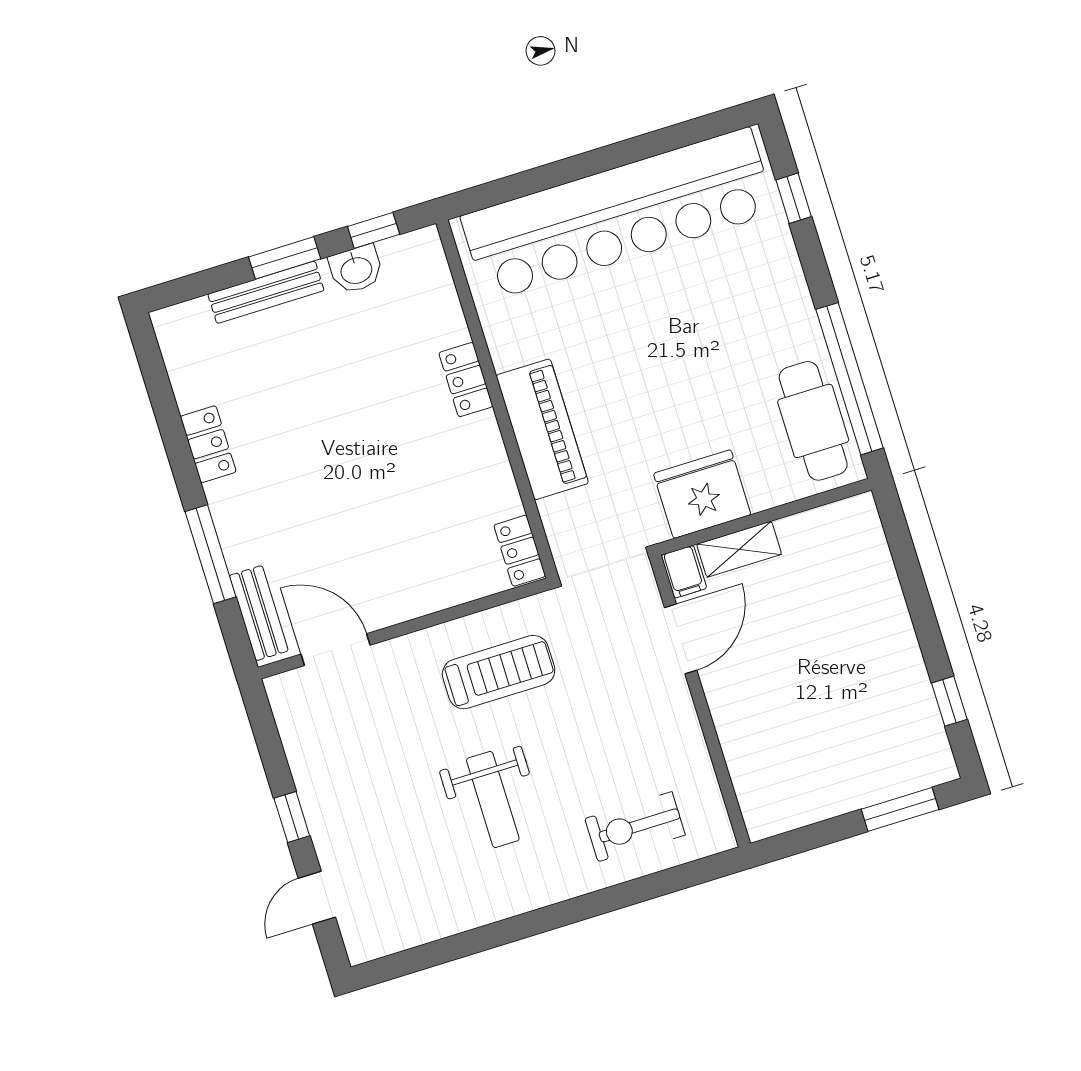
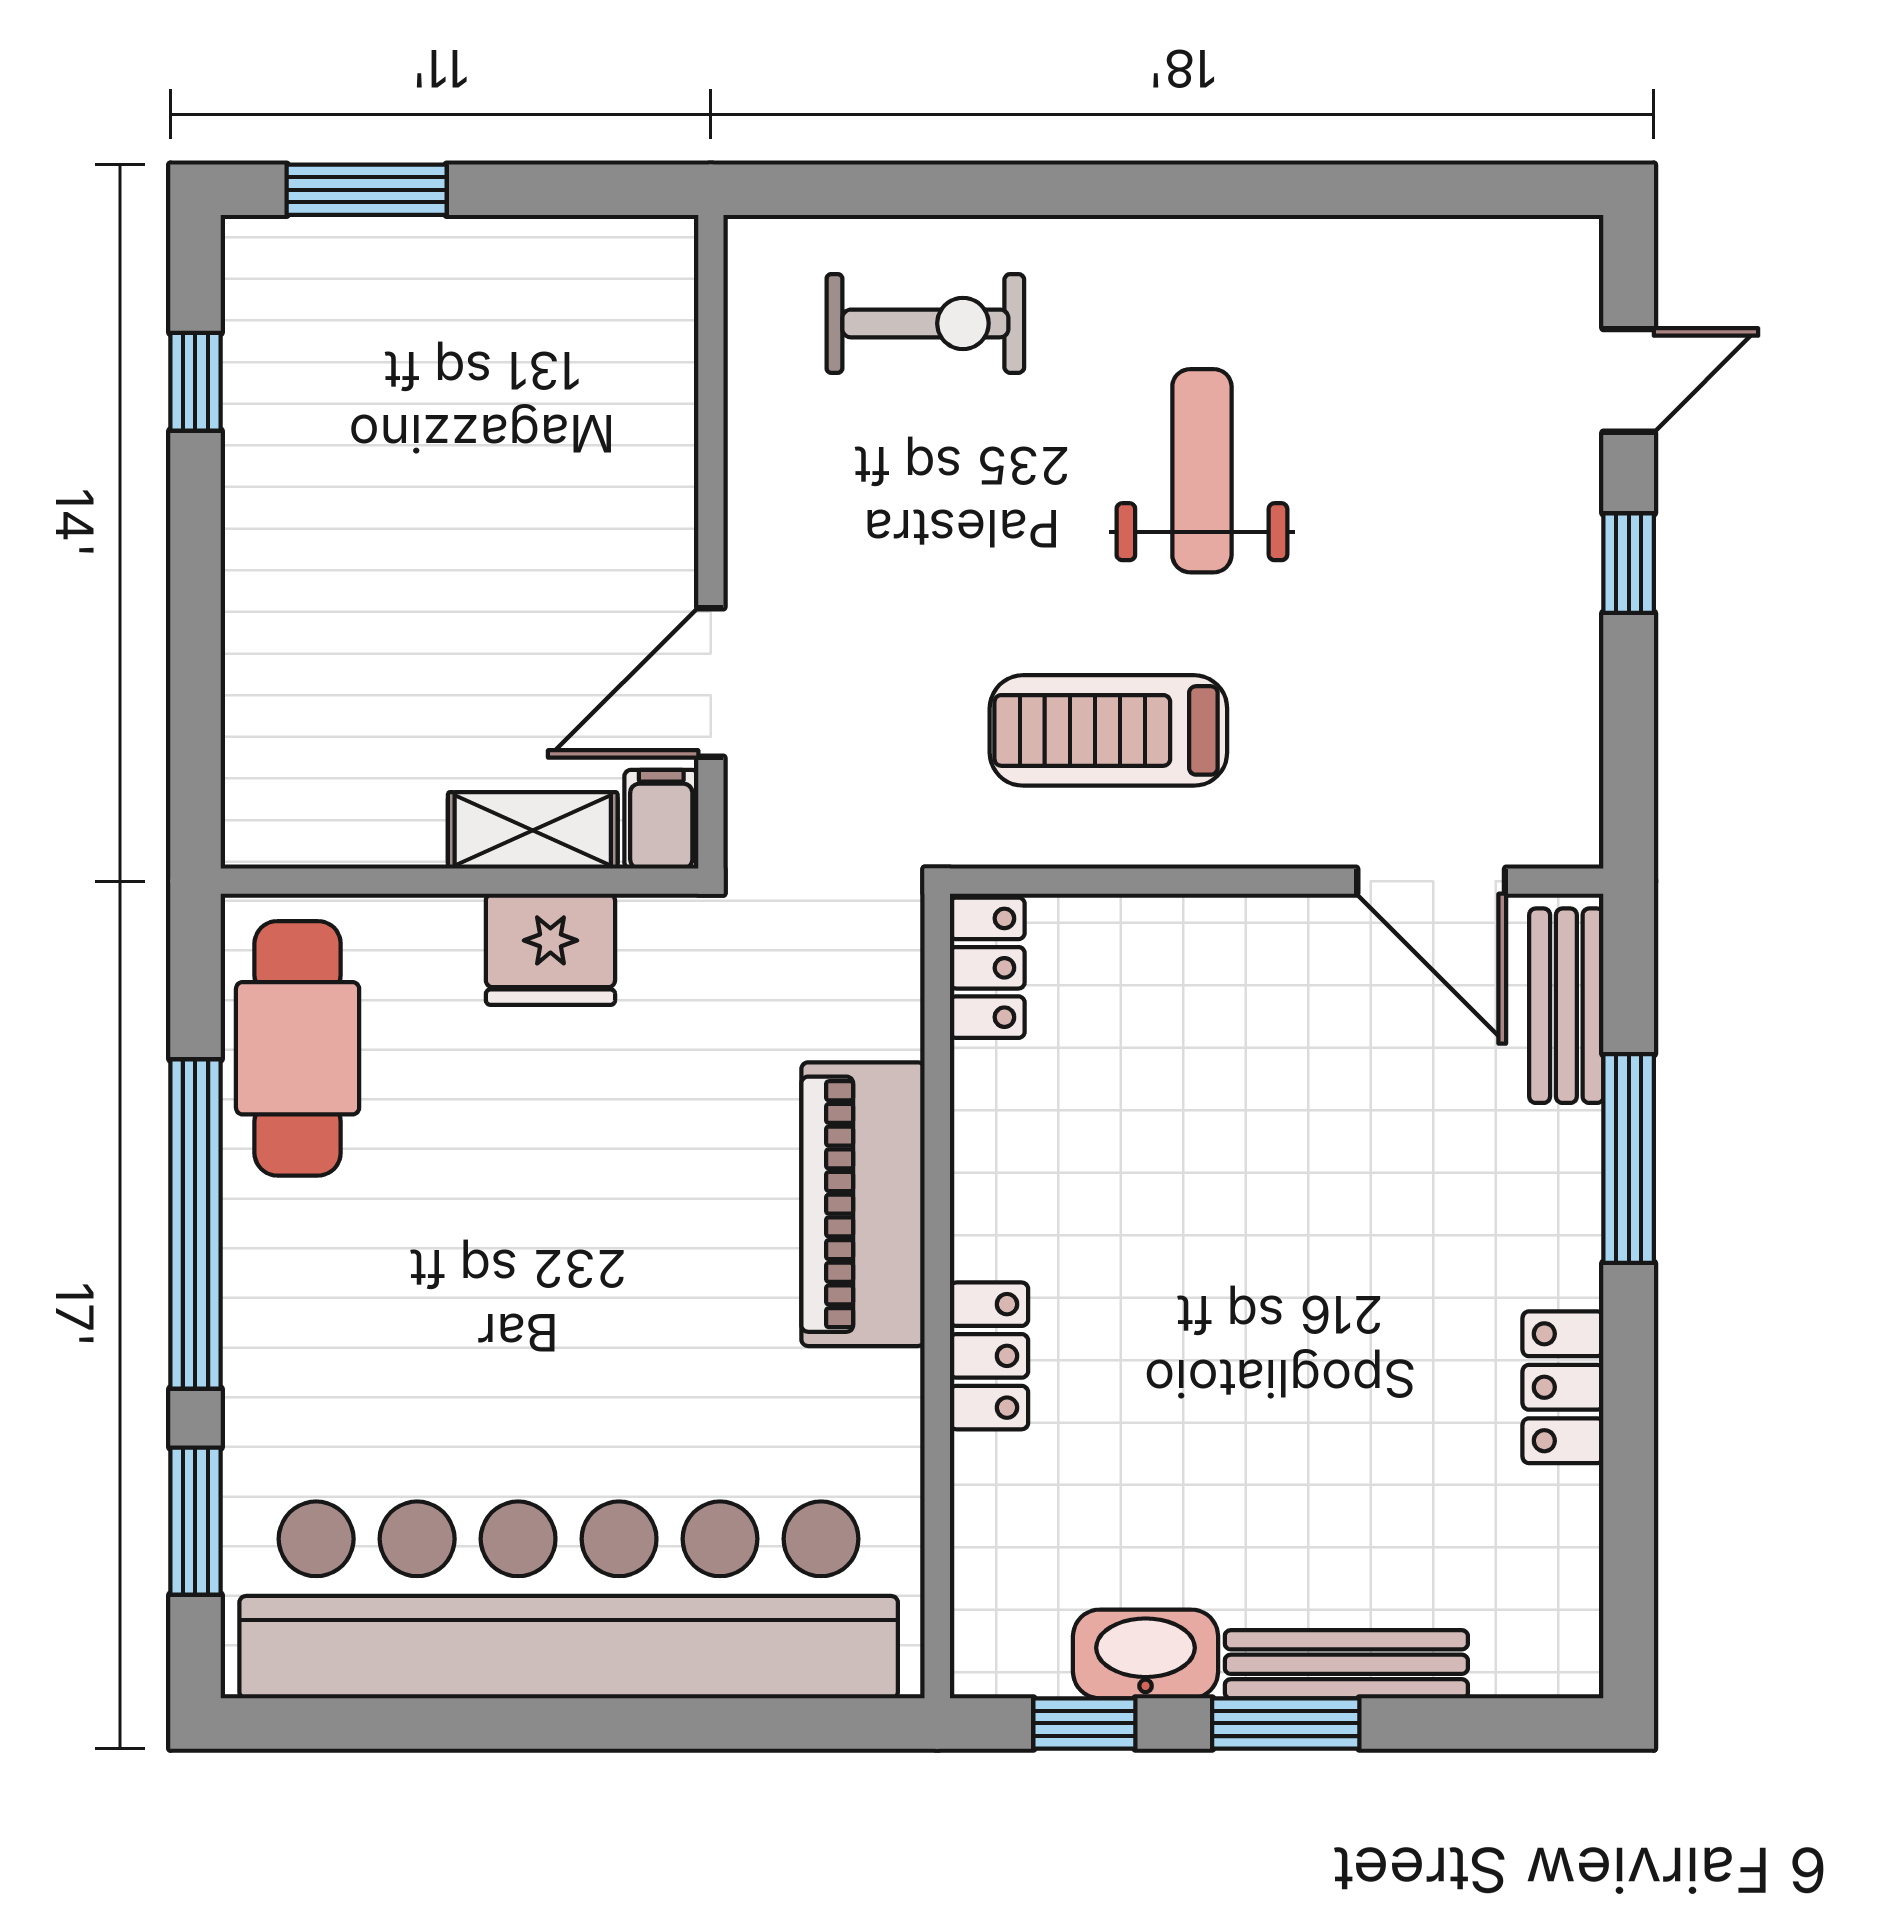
window: (794, 198) -> (195, 1521), width x1.50
washbasin: (356, 269) -> (1146, 1654), width x1.38
window: (849, 379) -> (195, 1224), moved
fridge: (702, 494) -> (550, 949), width x0.73, depth x0.75

